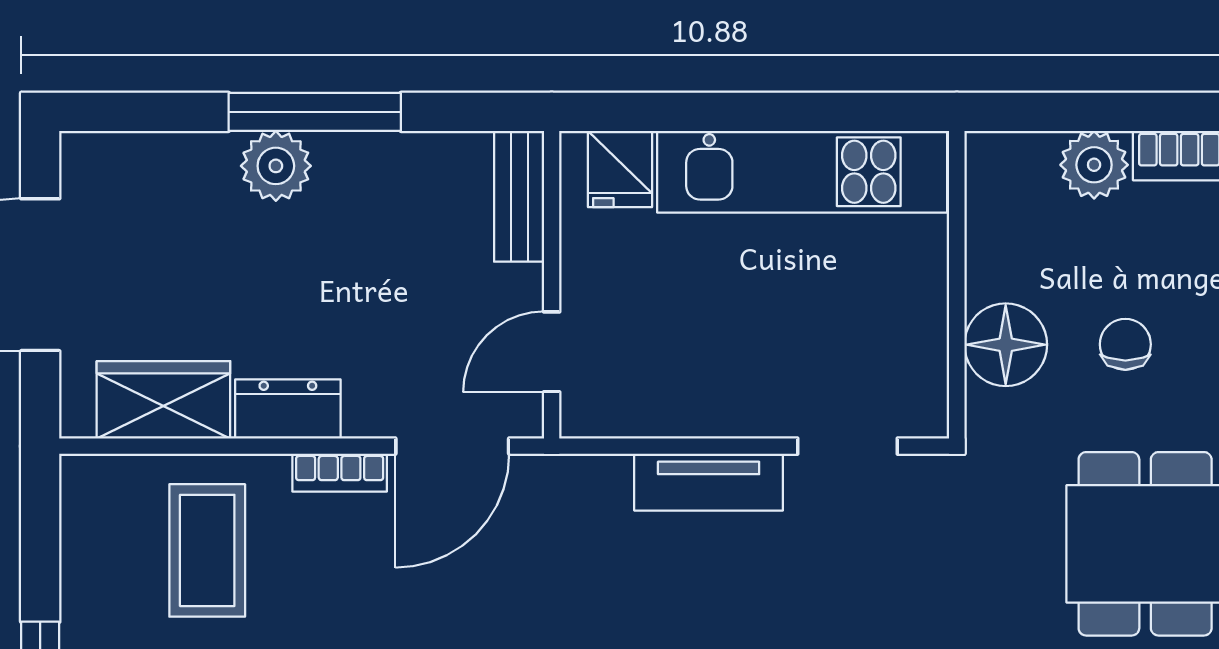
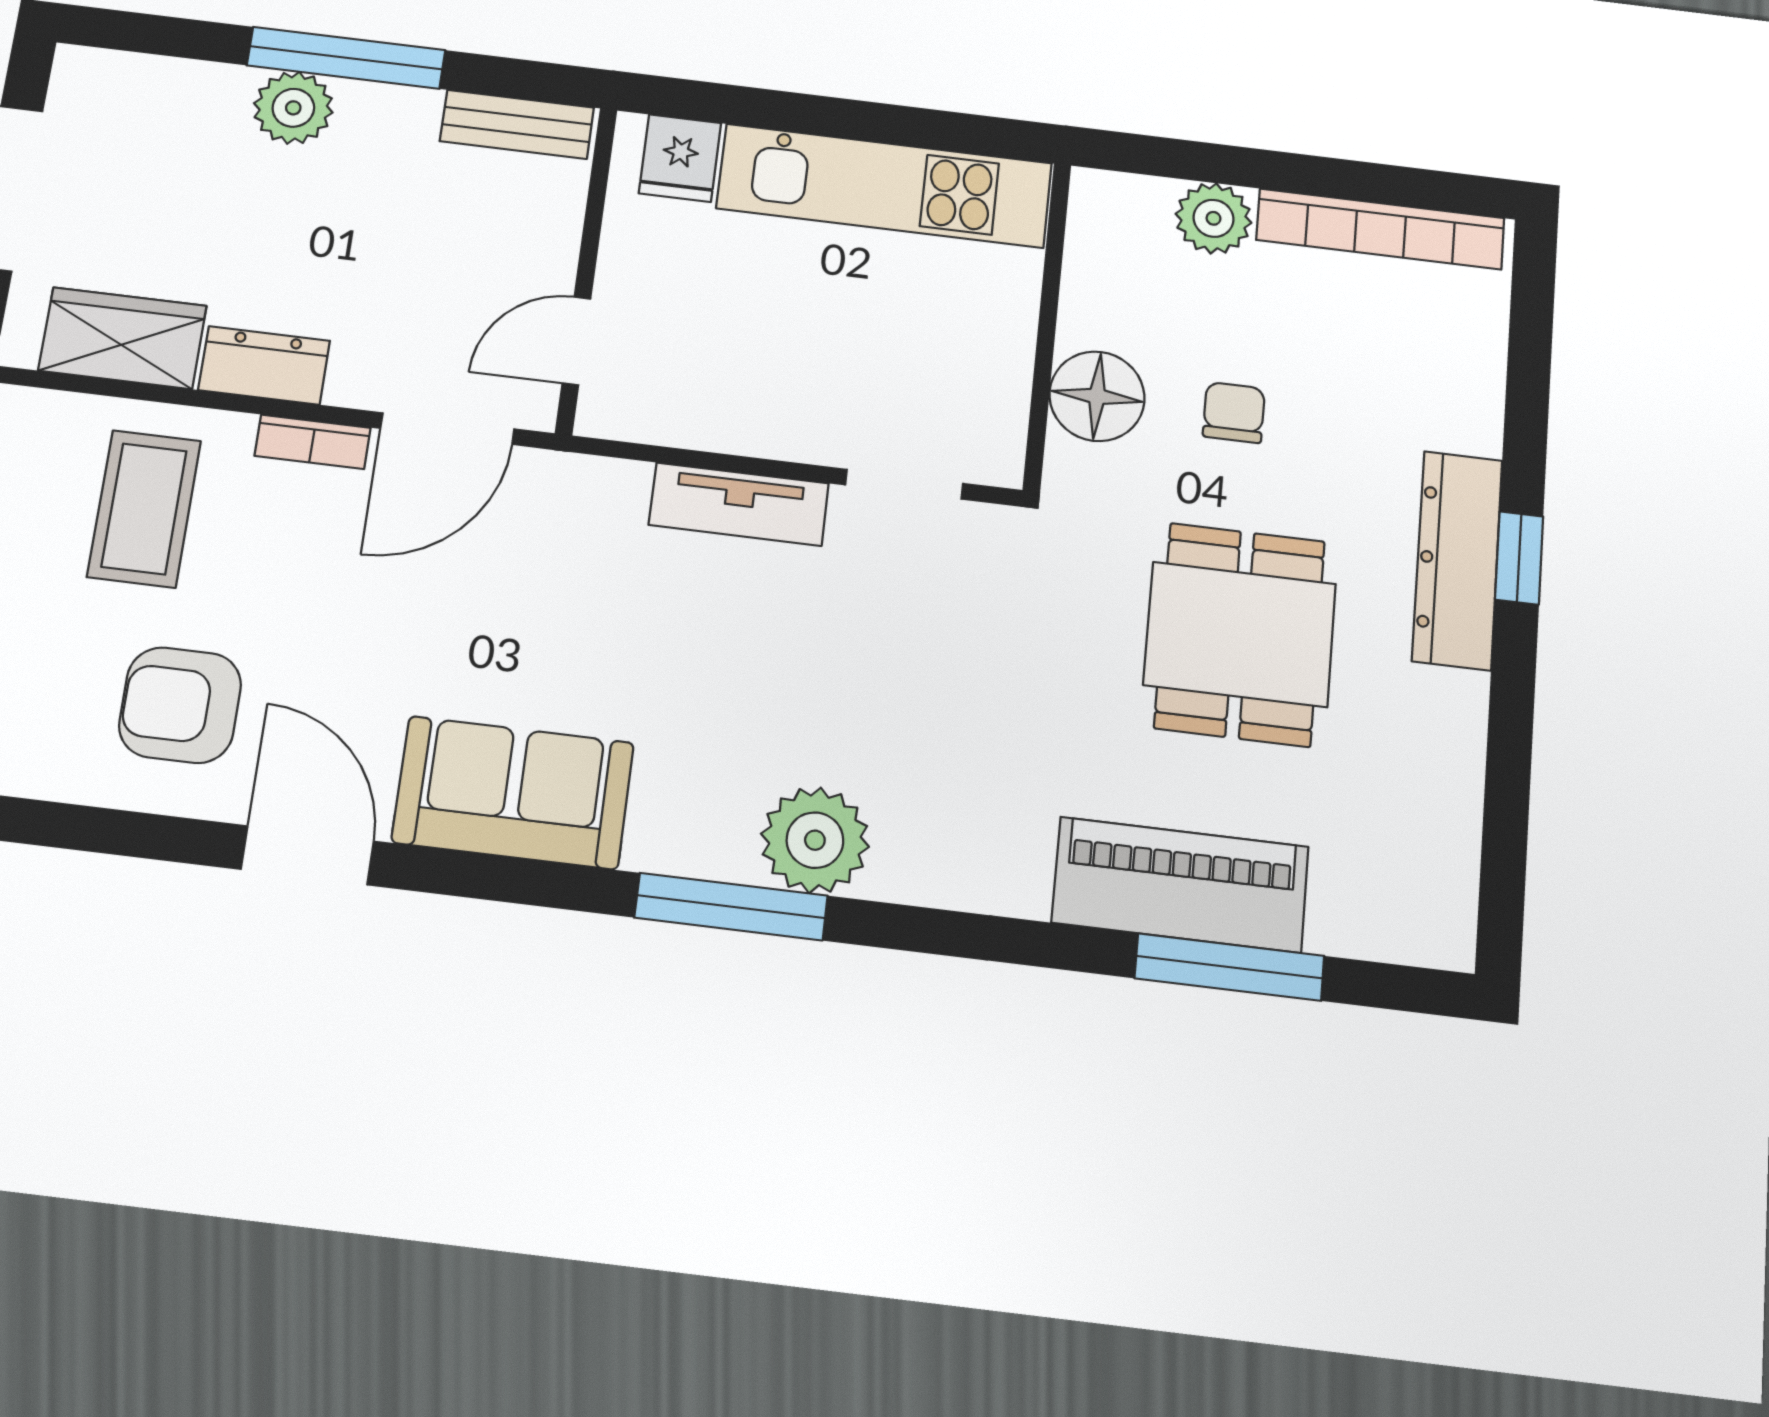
bench: (519, 196) -> (517, 124), moved, turned 90

